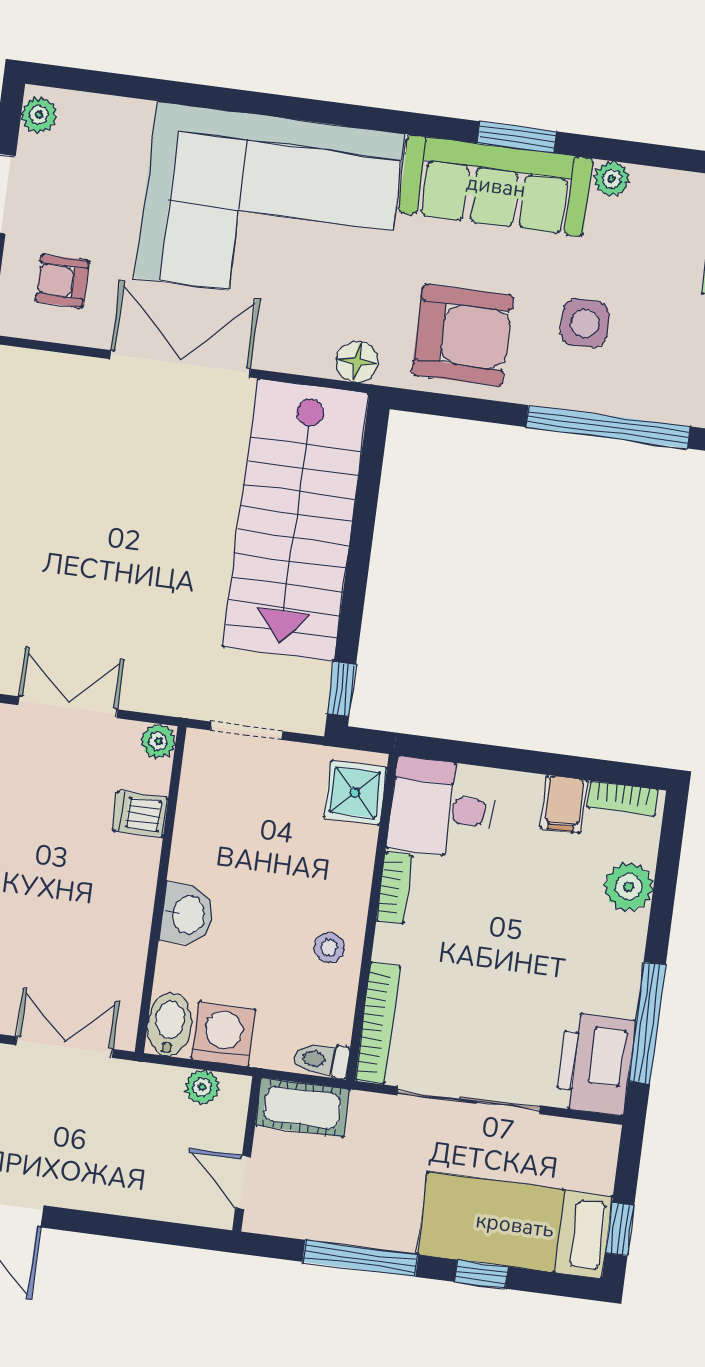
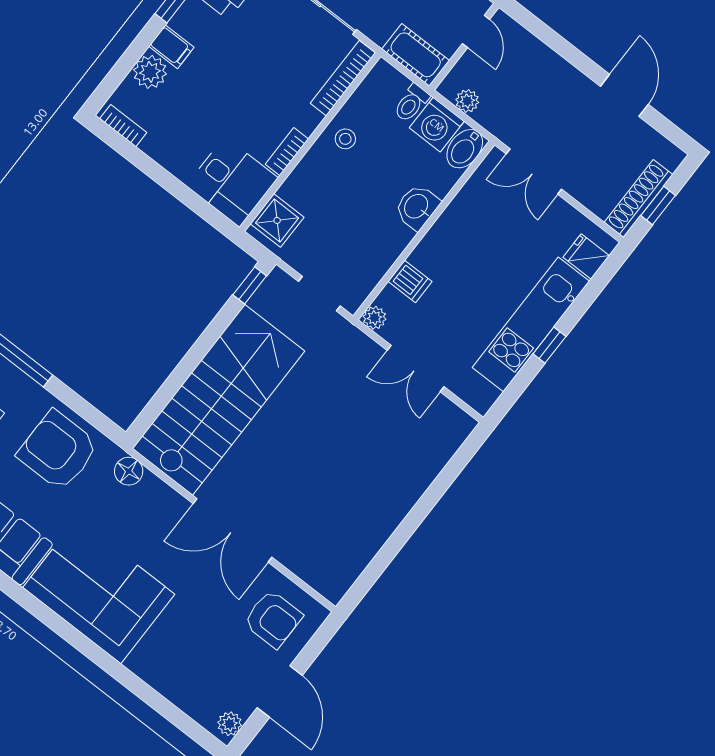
corner sofa: (270, 206) -> (99, 591), width x0.73, depth x0.74
armchair: (62, 281) -> (273, 619), width x1.38, depth x1.38
filing cabinet: (564, 804) -> (171, 47), moved, turned 90
toilet: (322, 1060) -> (411, 103), moved, turned 90

